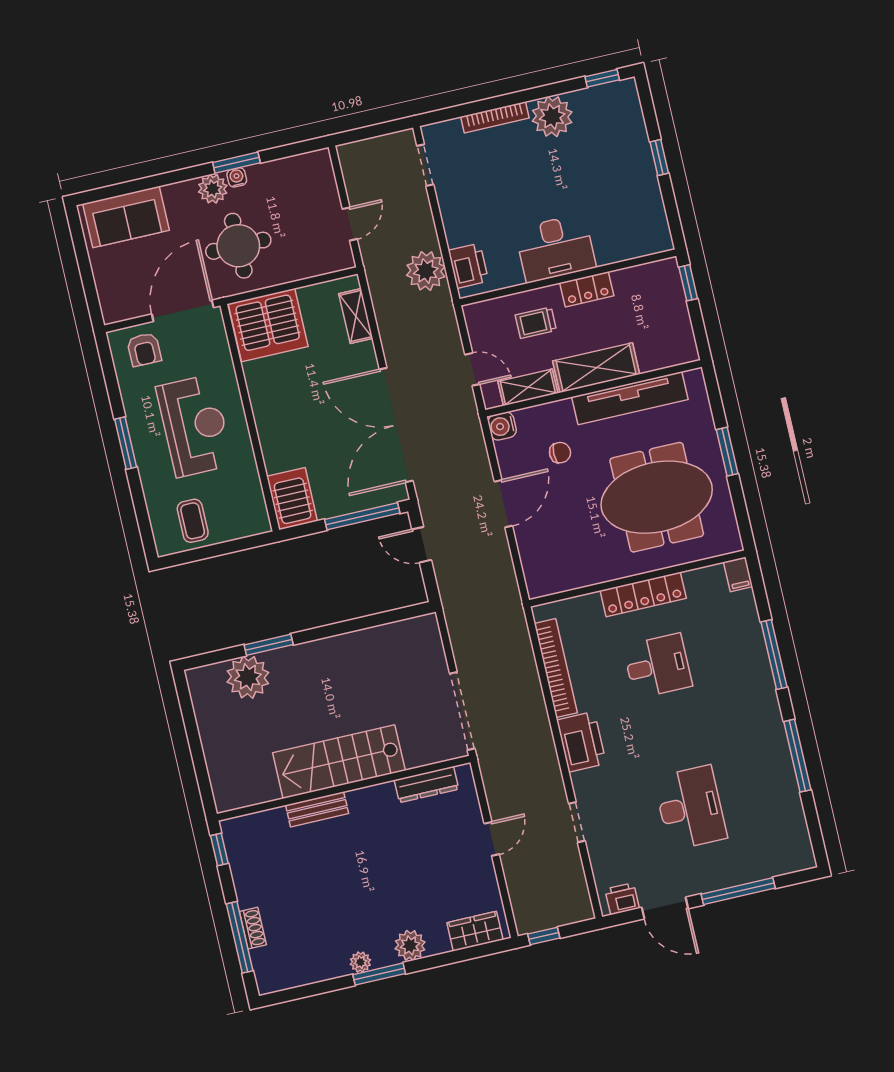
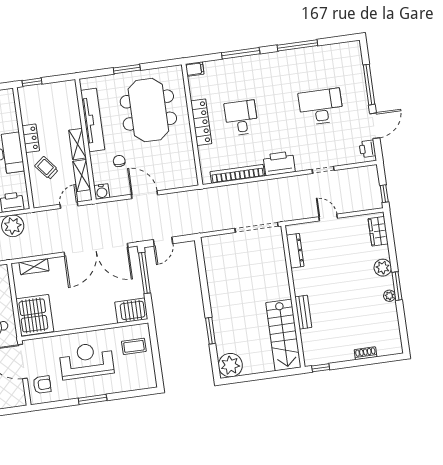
trolley: (536, 323) -> (47, 168), turned 141
shelving: (596, 368) -> (77, 144), width x0.67, depth x0.75
coffee table: (193, 521) -> (134, 346), moved
plant: (248, 677) -> (230, 365), moved
stairs: (339, 762) -> (283, 335), moved
window: (240, 937) -> (370, 361), removed

